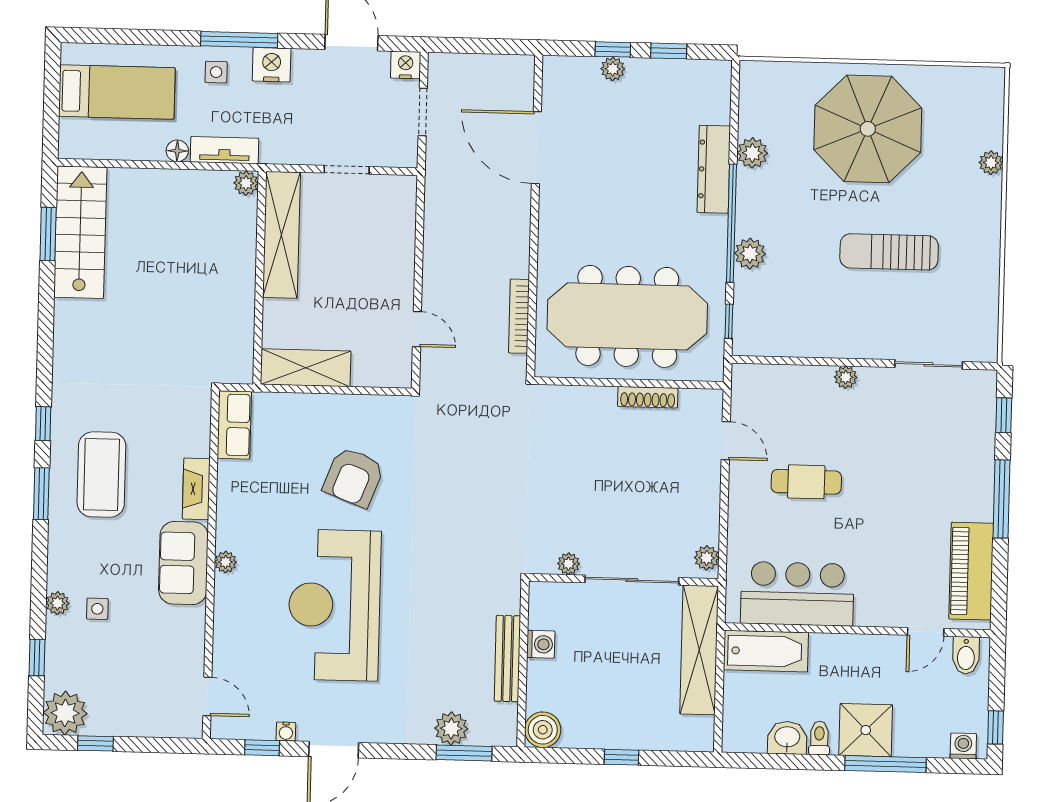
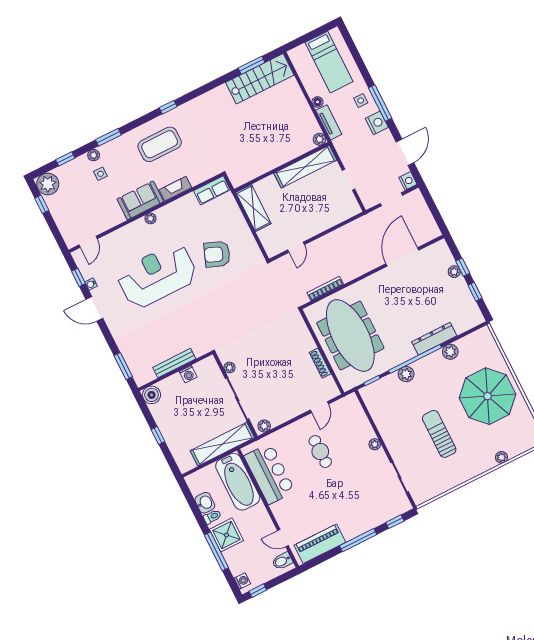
window: (41, 494) -> (108, 137), moved
bathtub: (766, 651) -> (238, 482), width x1.36, depth x1.36
plant: (451, 728) -> (131, 355), removed

